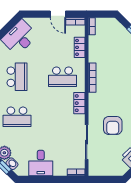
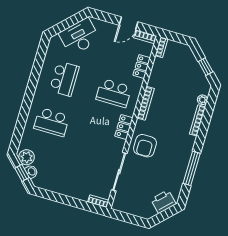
door: (58, 14) -> (129, 23), hinge flipped
armchair: (113, 126) -> (145, 146), moved
desk: (41, 163) -> (63, 180), removed

